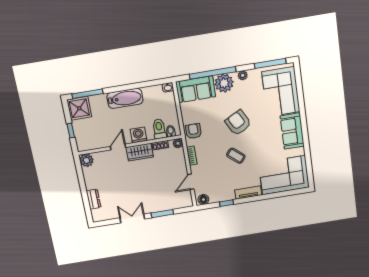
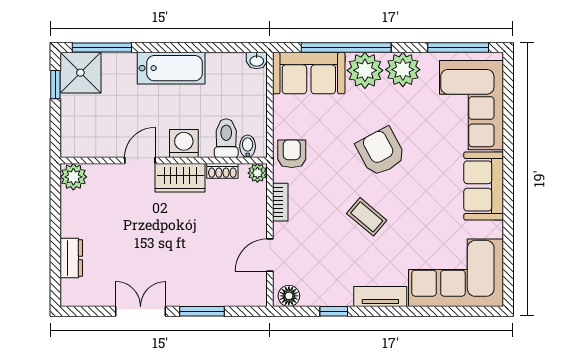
plant: (243, 75) -> (403, 70), width x1.88, depth x1.88
window: (71, 131) -> (55, 85), moved

